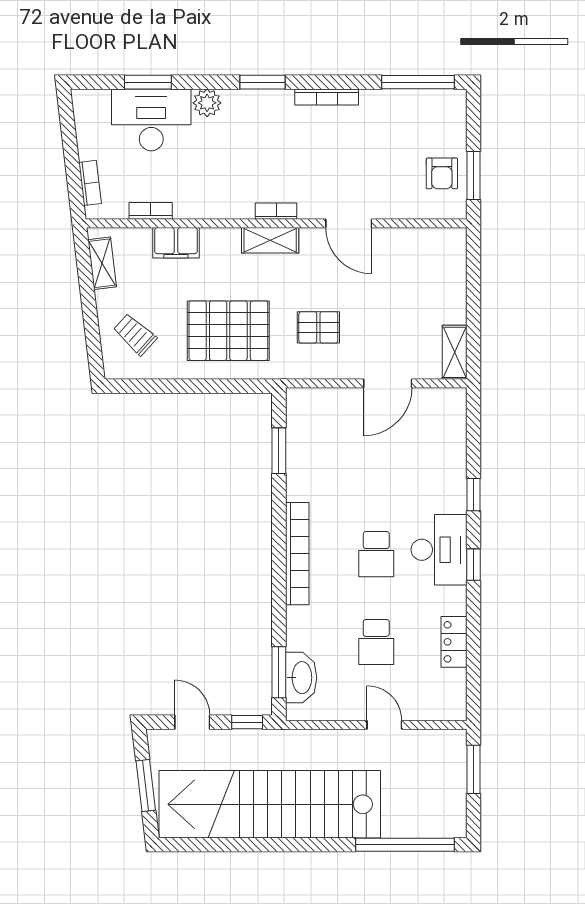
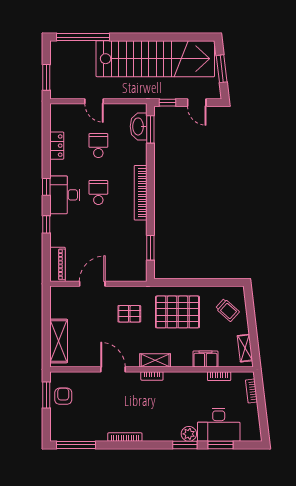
window: (263, 82) -> (185, 445), moved
shelving: (455, 352) -> (59, 341), moved, width x1.50, depth x1.33
piano: (453, 420) -> (58, 264), added

